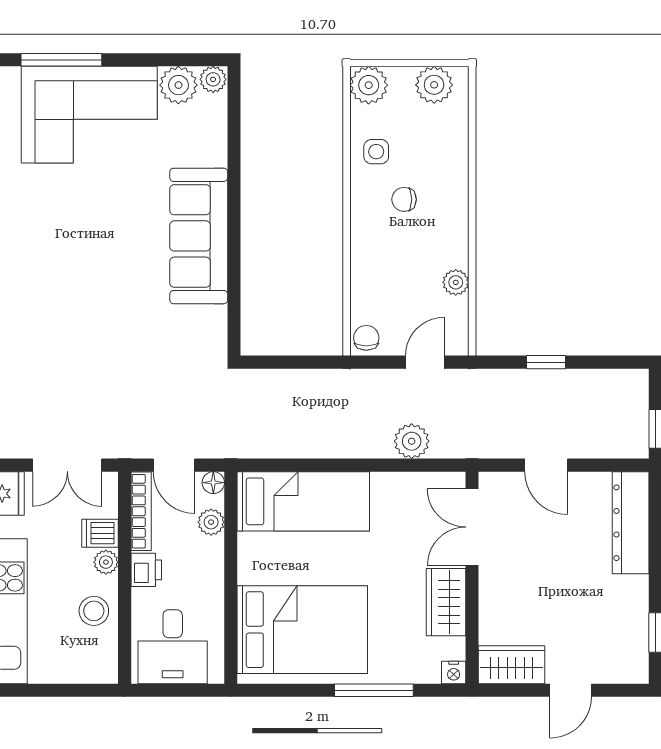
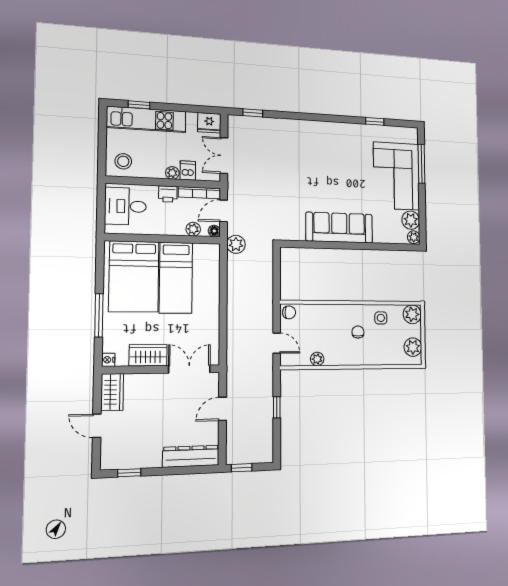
plant: (412, 441) -> (236, 244), moved
bed: (303, 501) -> (176, 278), moved
stool: (94, 611) -> (123, 161), moved

